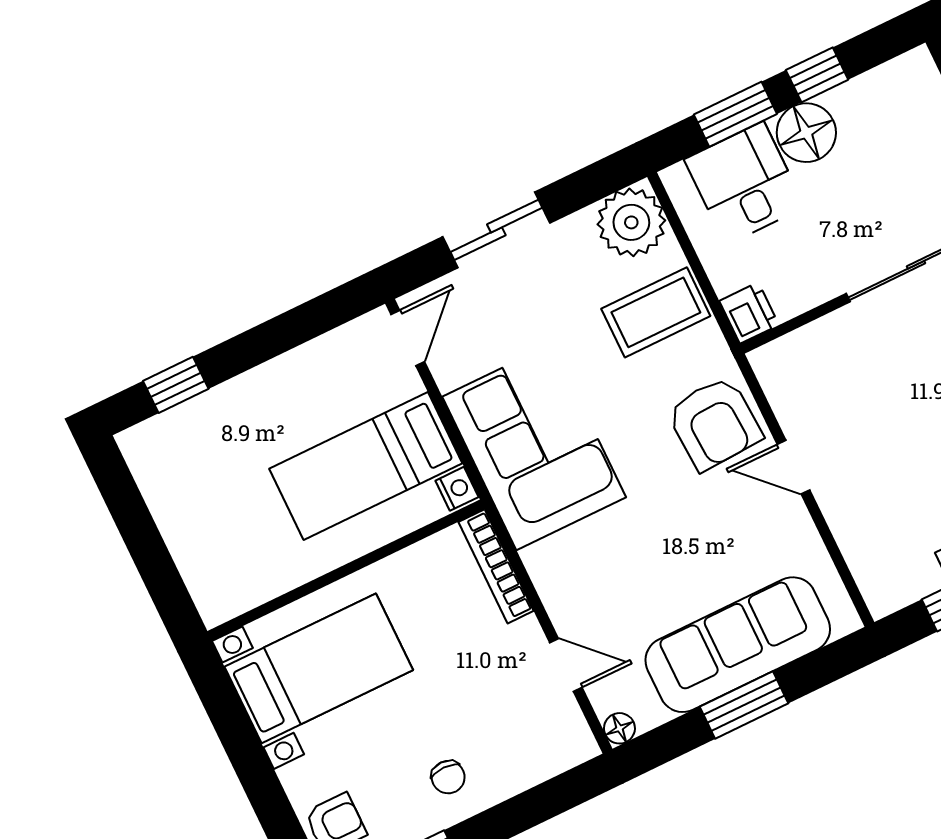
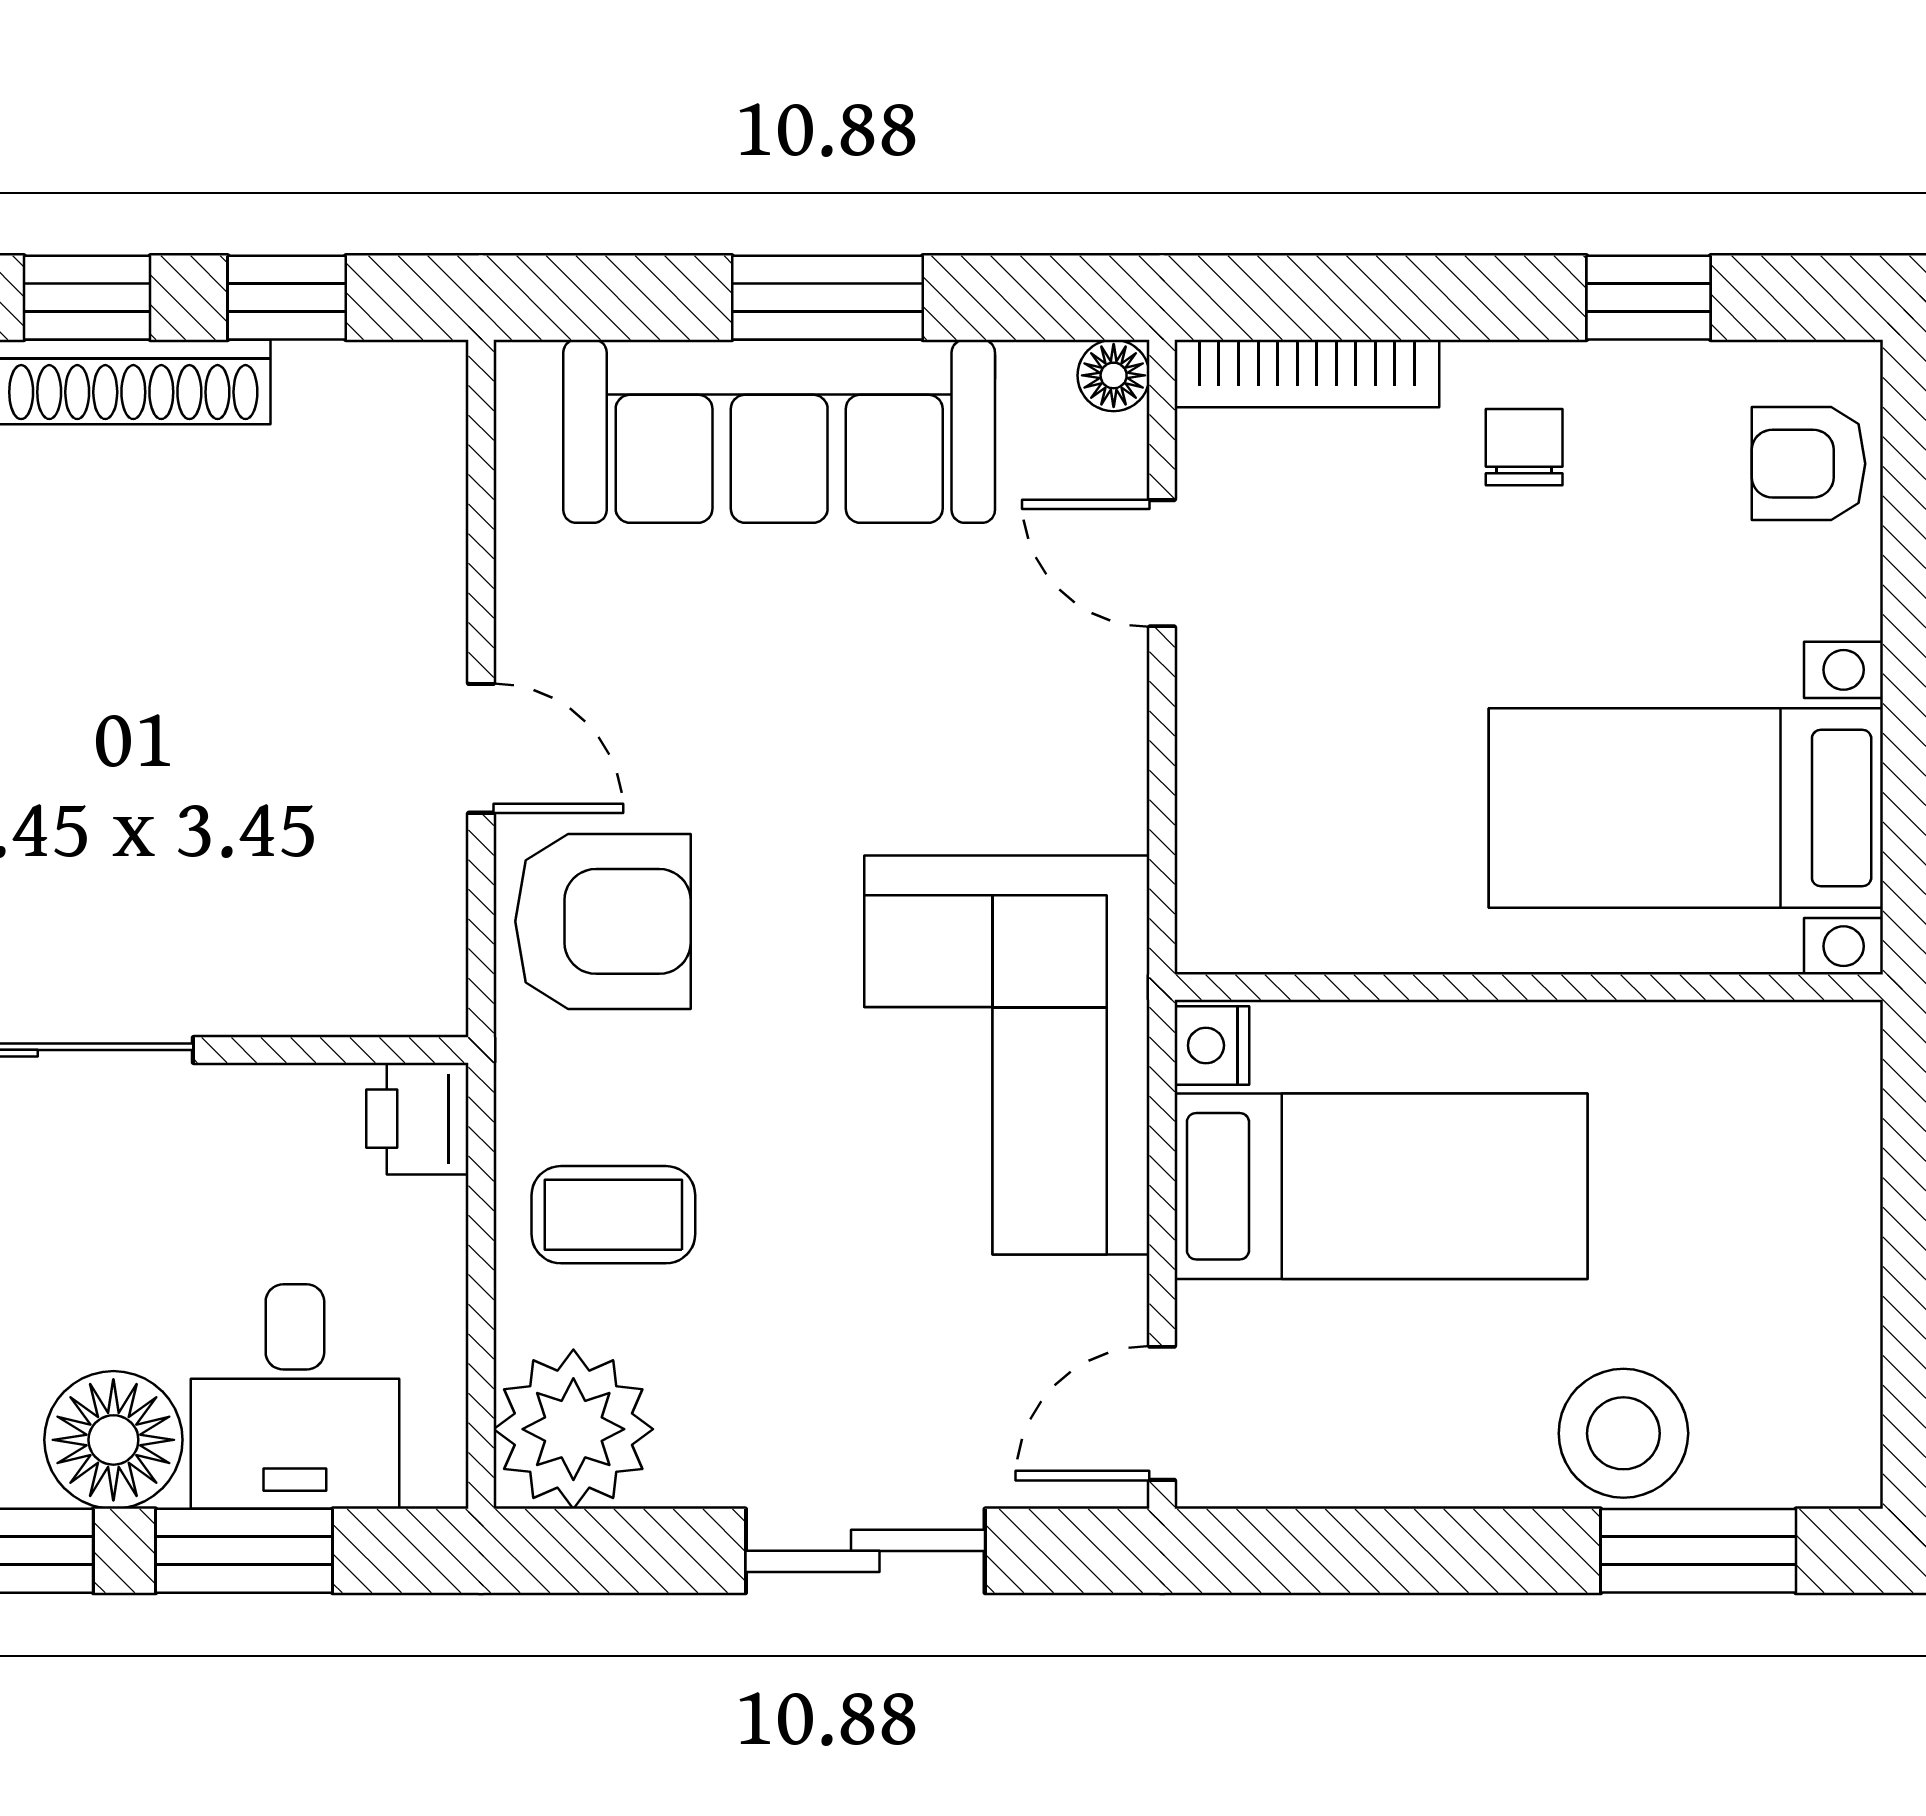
coffee table: (656, 312) -> (613, 1215), width x0.73, depth x0.77
window: (176, 385) -> (1698, 1551), width x1.50
stool: (226, 416) -> (1623, 1433), added
armchair: (714, 423) -> (603, 921), turned 93
bookcase: (496, 566) -> (1307, 373), moved, turned 90

